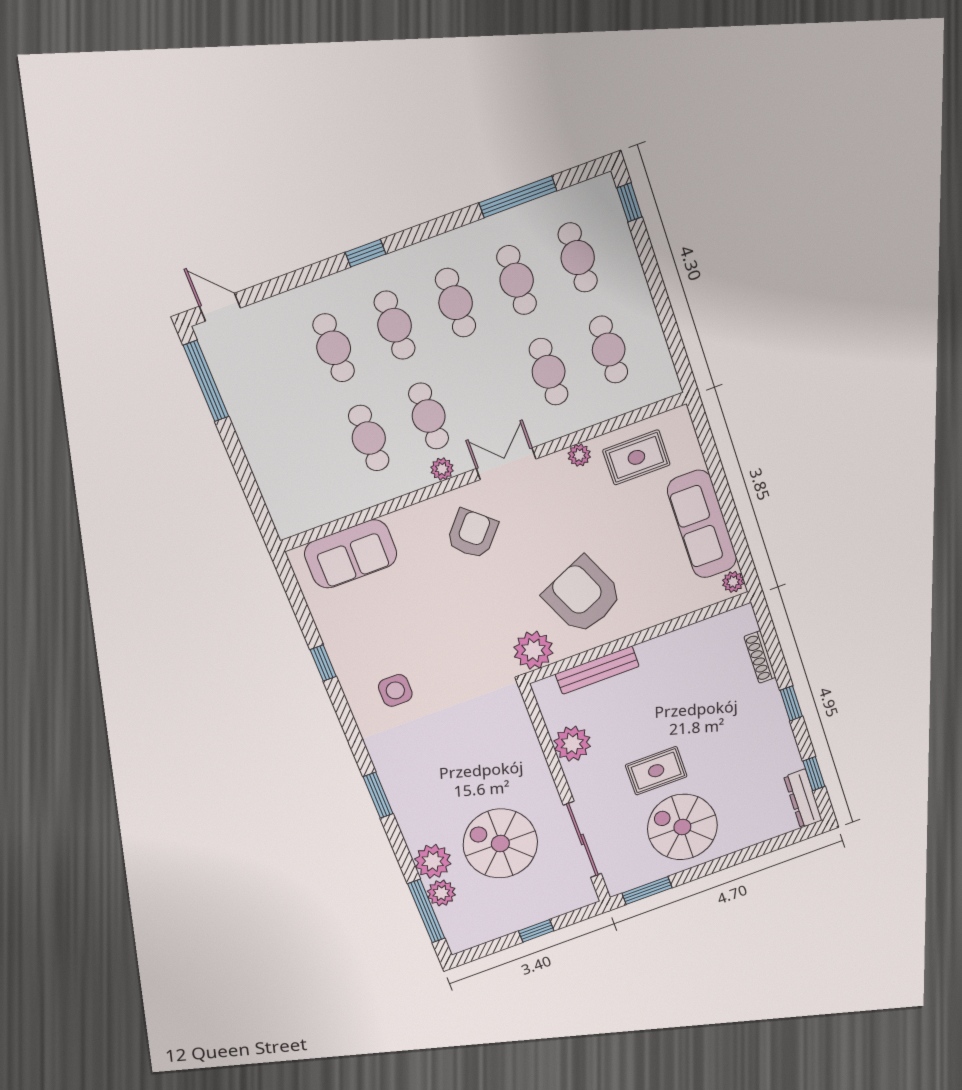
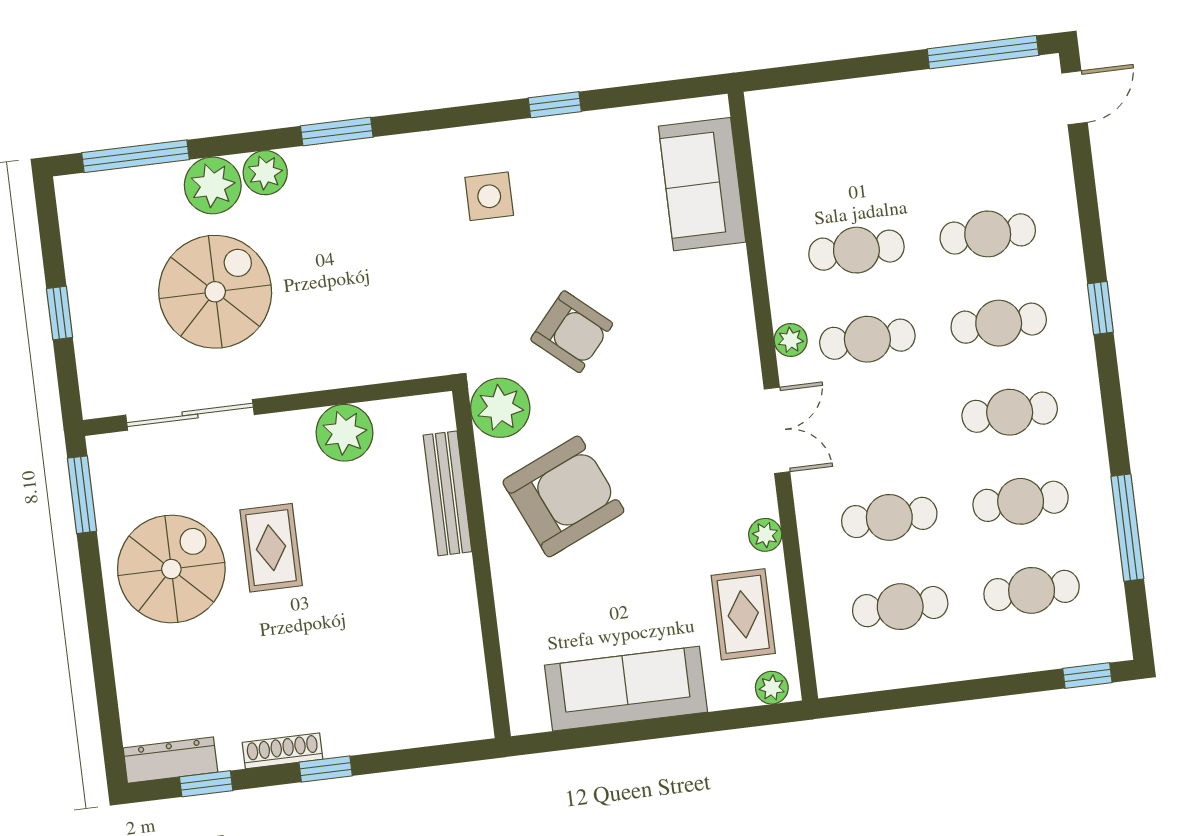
armchair: (472, 534) -> (572, 332), moved
plant: (733, 582) -> (772, 688), moved
shoe rack: (760, 657) -> (283, 751), moved
plant: (441, 893) -> (265, 173), moved

